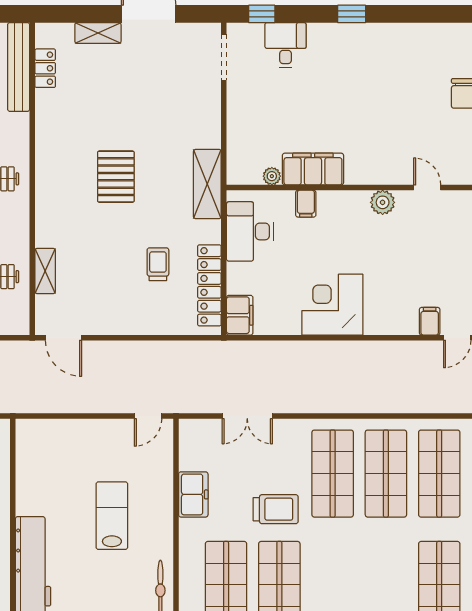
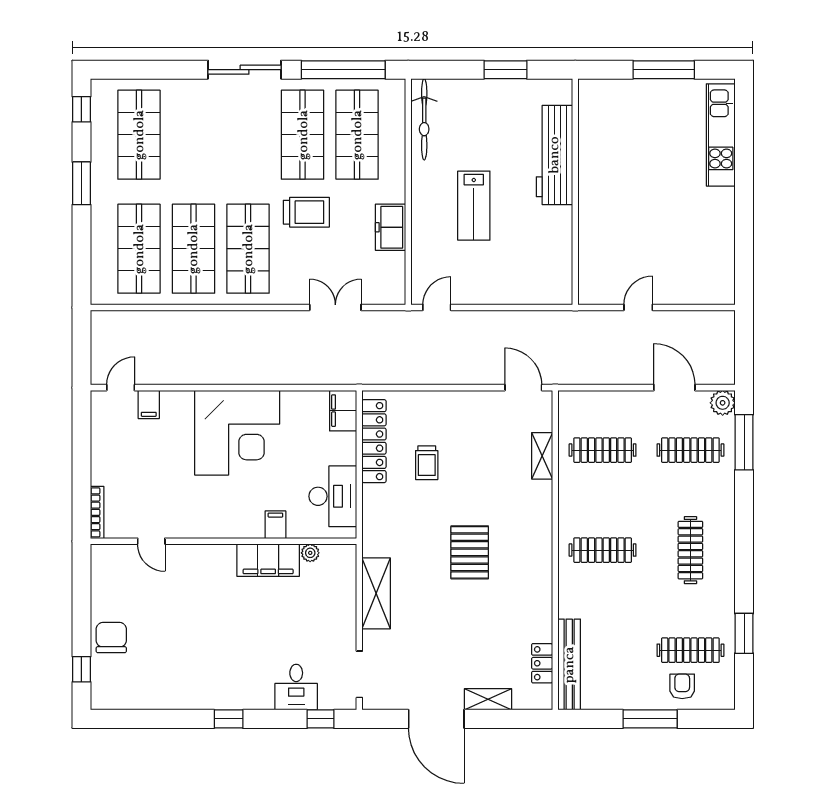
shelving: (207, 184) -> (376, 593), moved
plant: (383, 202) -> (197, 526), removed
corner desk: (332, 305) -> (237, 433), width x1.36, depth x1.36
trolley: (276, 509) -> (306, 212), turned 180

